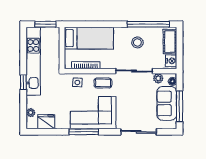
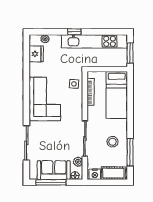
window: (148, 24) -> (130, 152), width x0.68
coffee table: (103, 83) -> (73, 109), removed
window: (84, 132) -> (26, 90), removed

